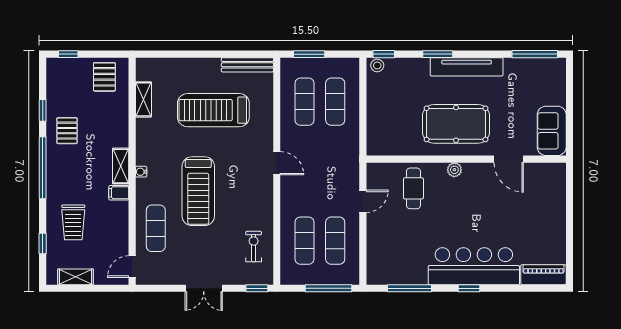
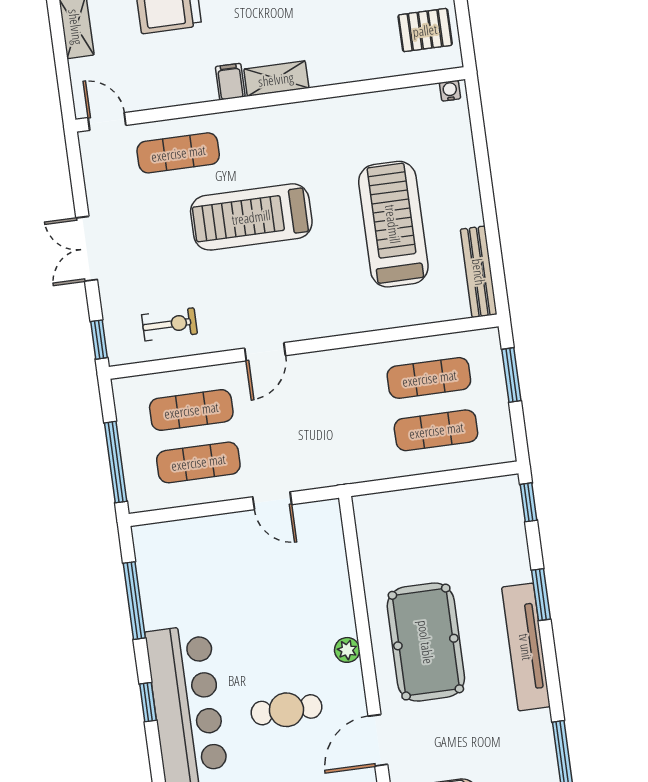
stool: (377, 65) -> (508, 494), removed
shelving: (144, 99) -> (396, 102), removed
door: (277, 163) -> (265, 352), moved
water cooler: (141, 172) -> (450, 91), moved
cafe table: (413, 188) -> (286, 710), moved

